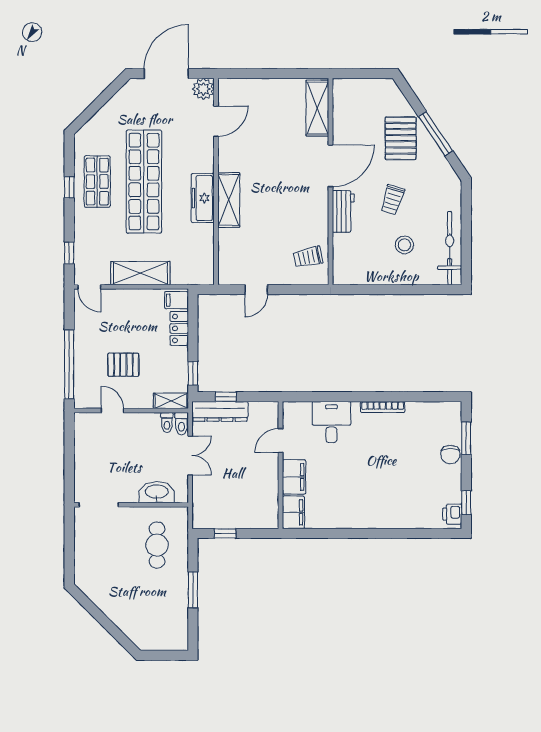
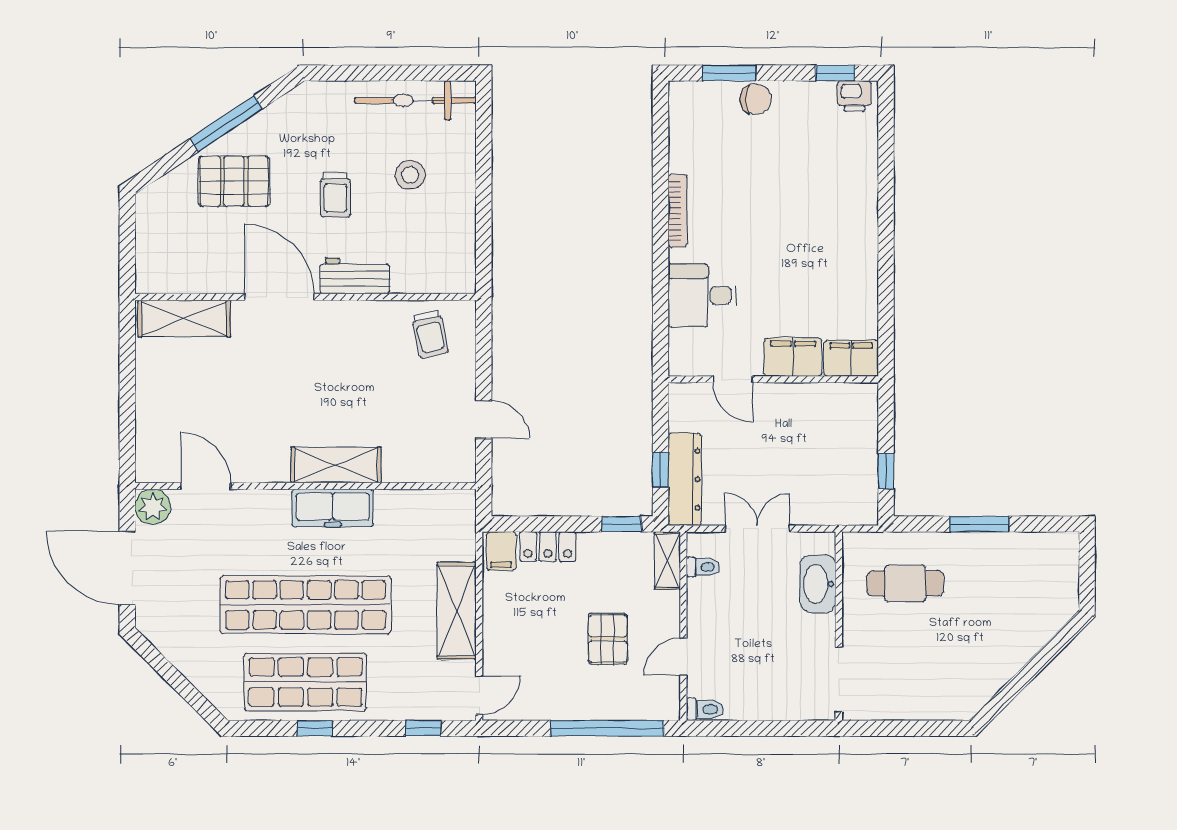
shop shelf: (97, 182) -> (305, 682), width x1.43, depth x1.36
trolley: (392, 200) -> (335, 195), turned 73
toilet: (181, 424) -> (705, 709), moved

